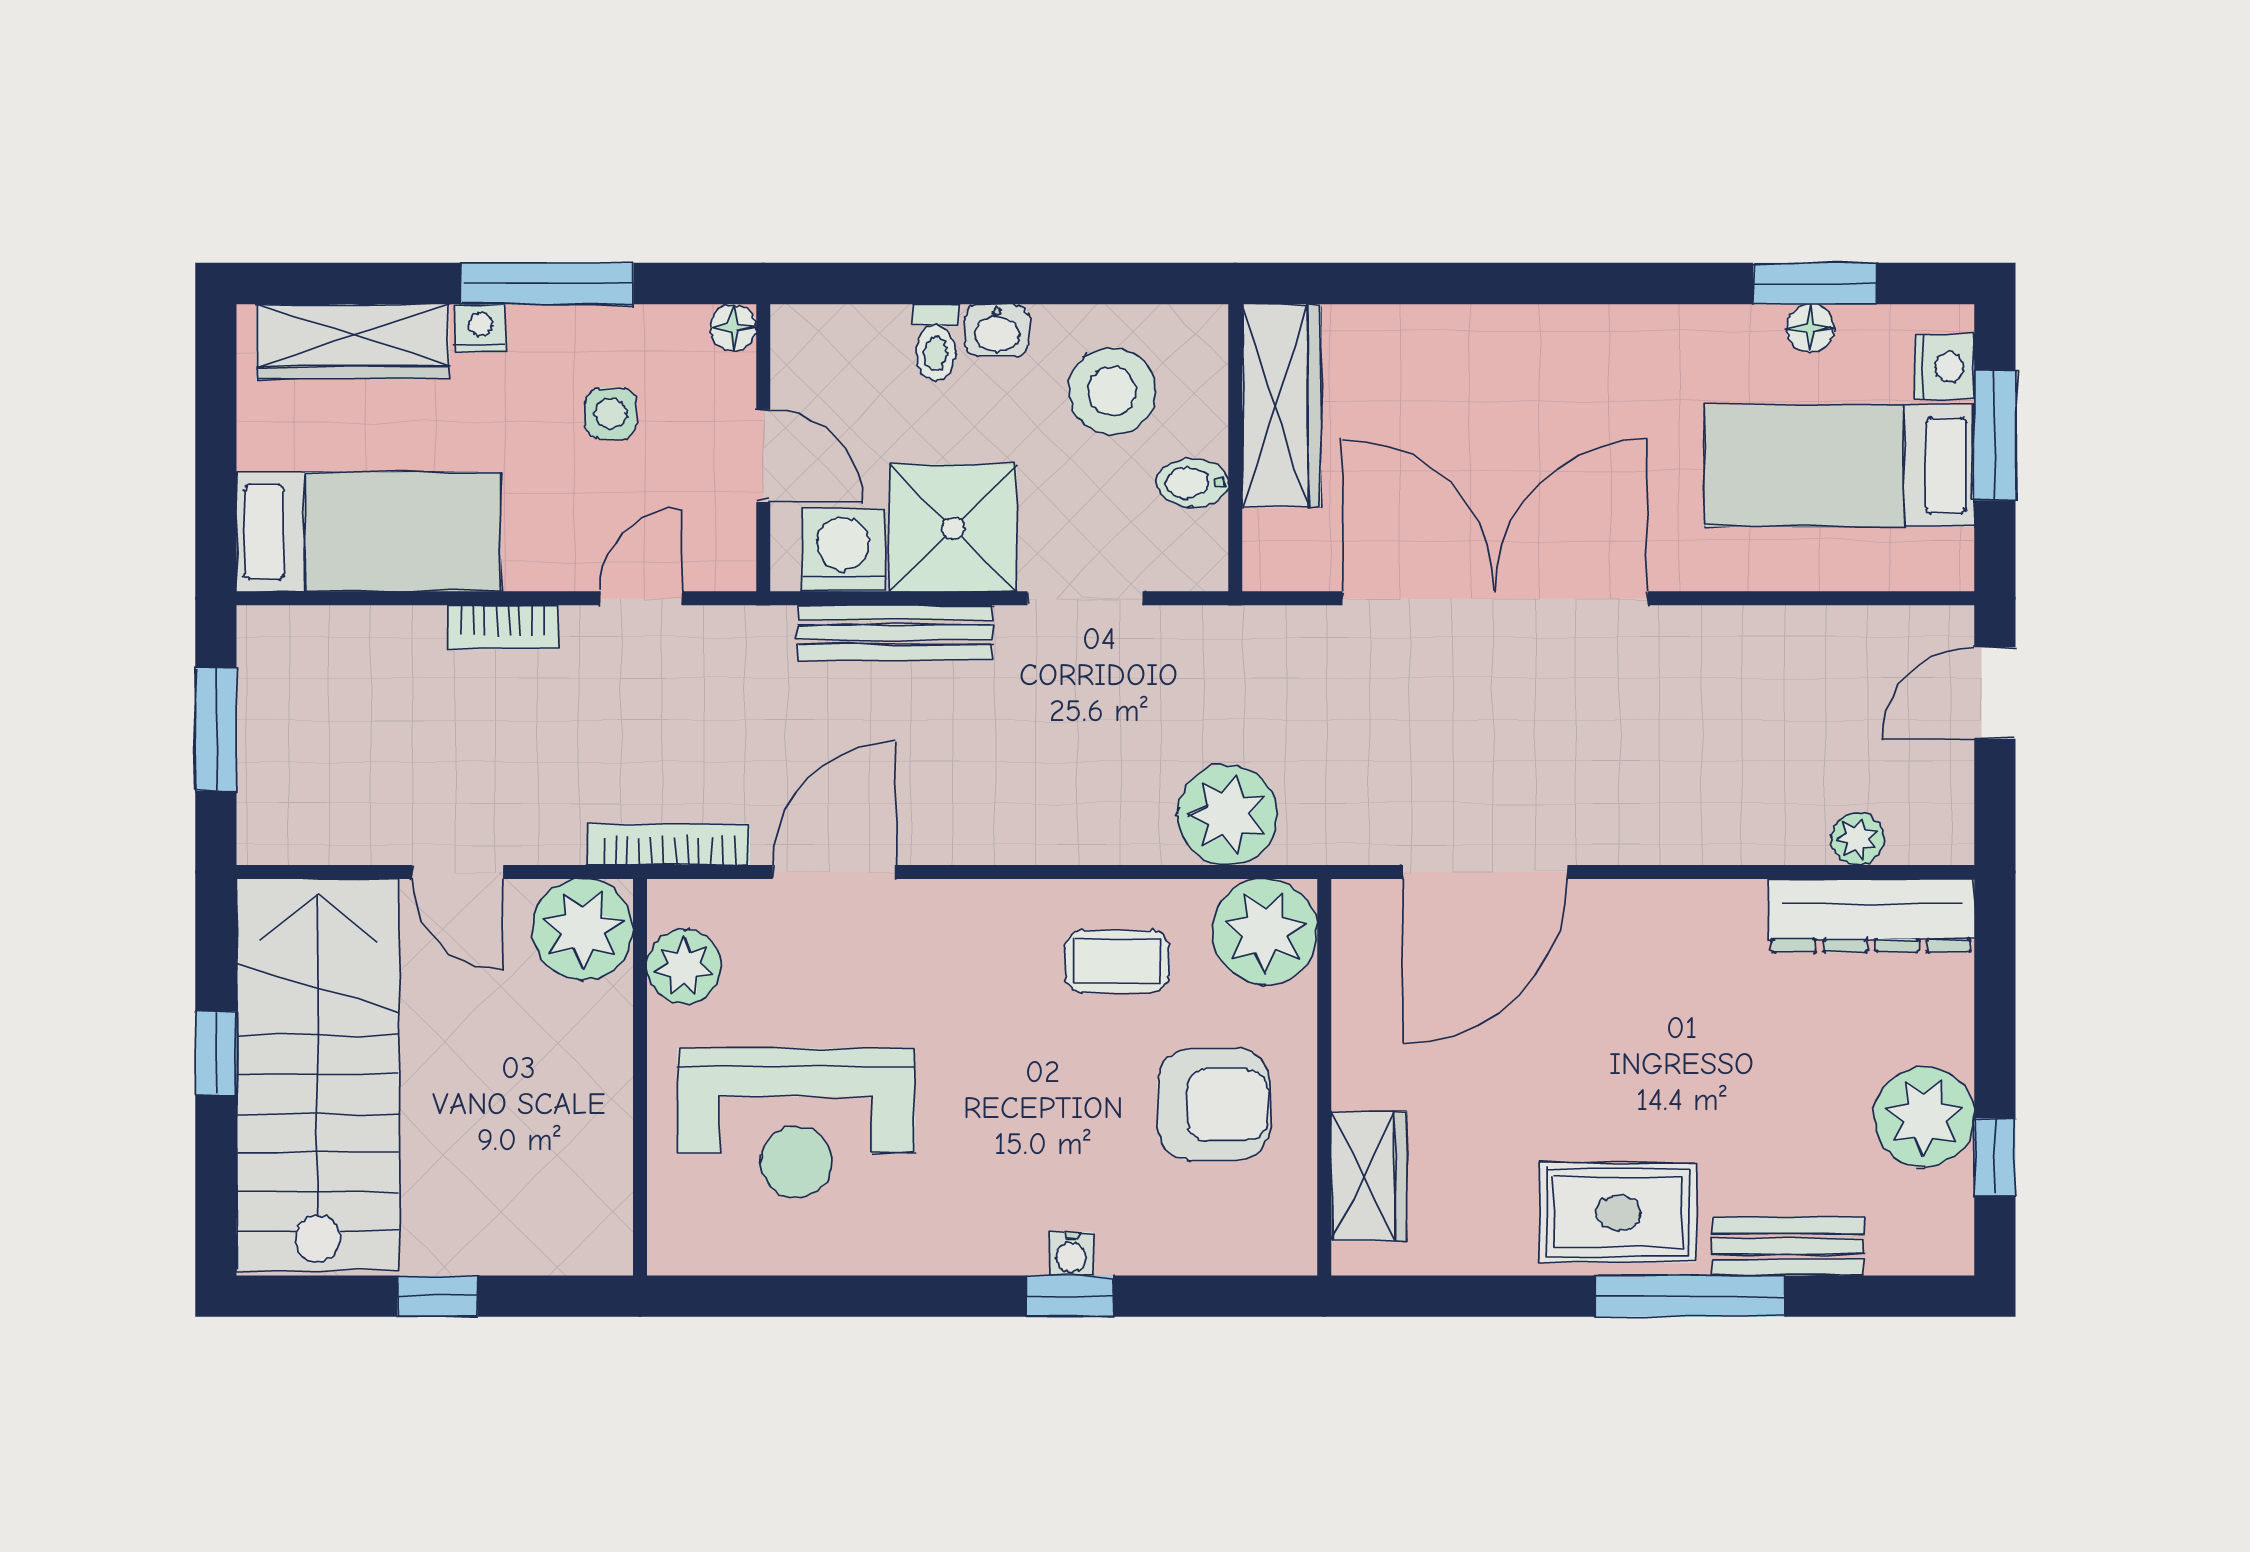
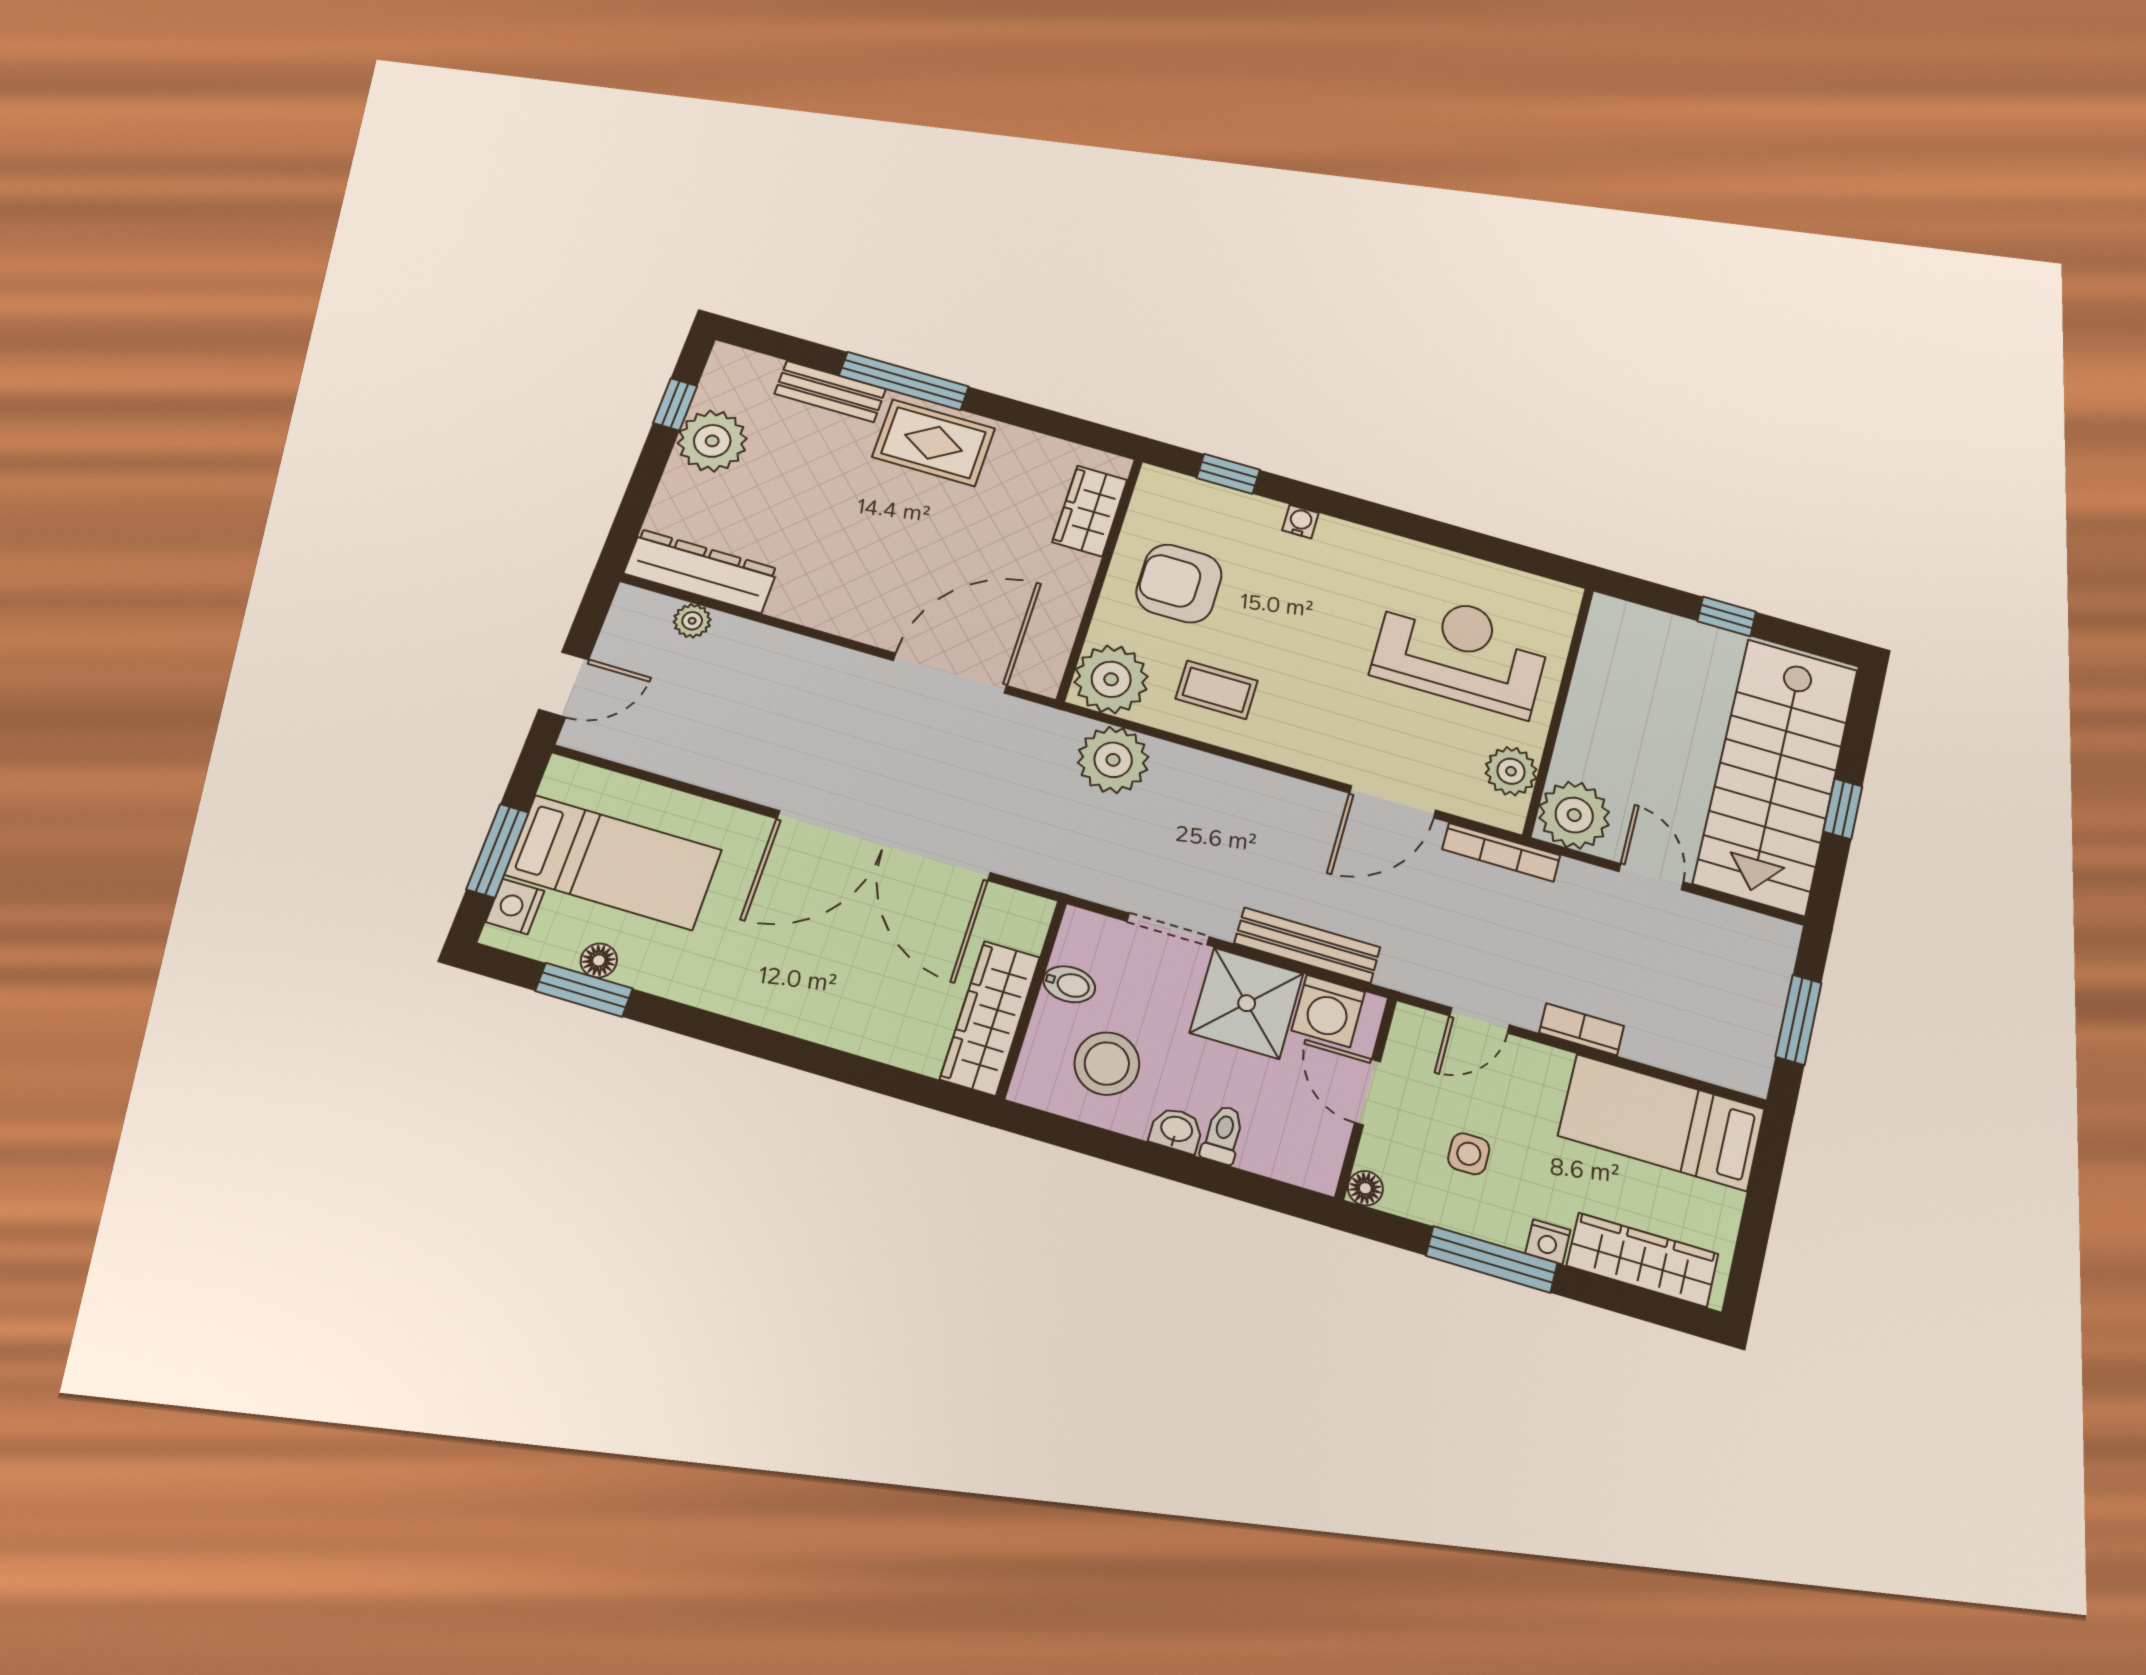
window: (1070, 1296) -> (1228, 474), moved

